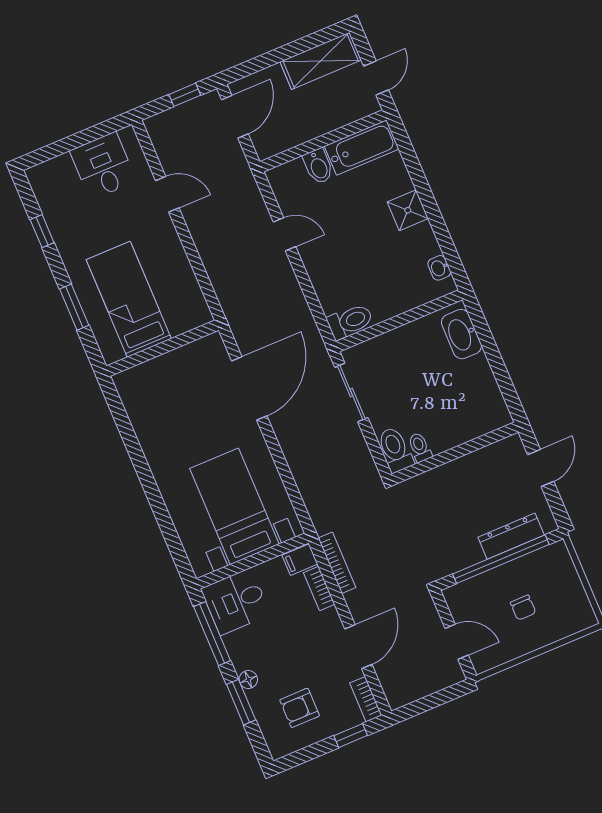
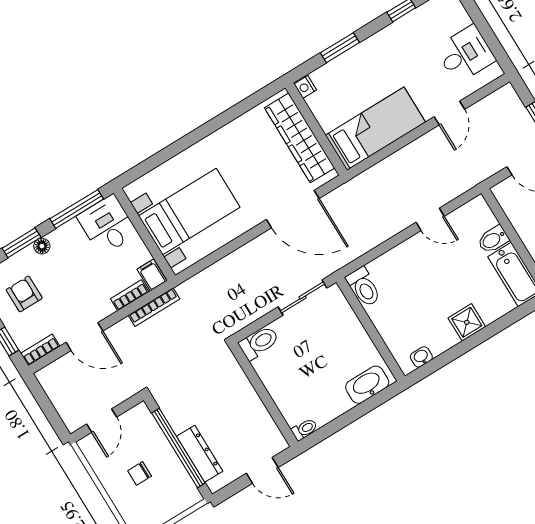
door: (285, 234) -> (430, 219), hinge flipped
bed: (129, 299) -> (375, 129), moved
nightstand: (113, 353) -> (305, 87), added
wardrobe: (170, 368) -> (300, 138), added
toilet: (420, 447) -> (304, 429), moved

